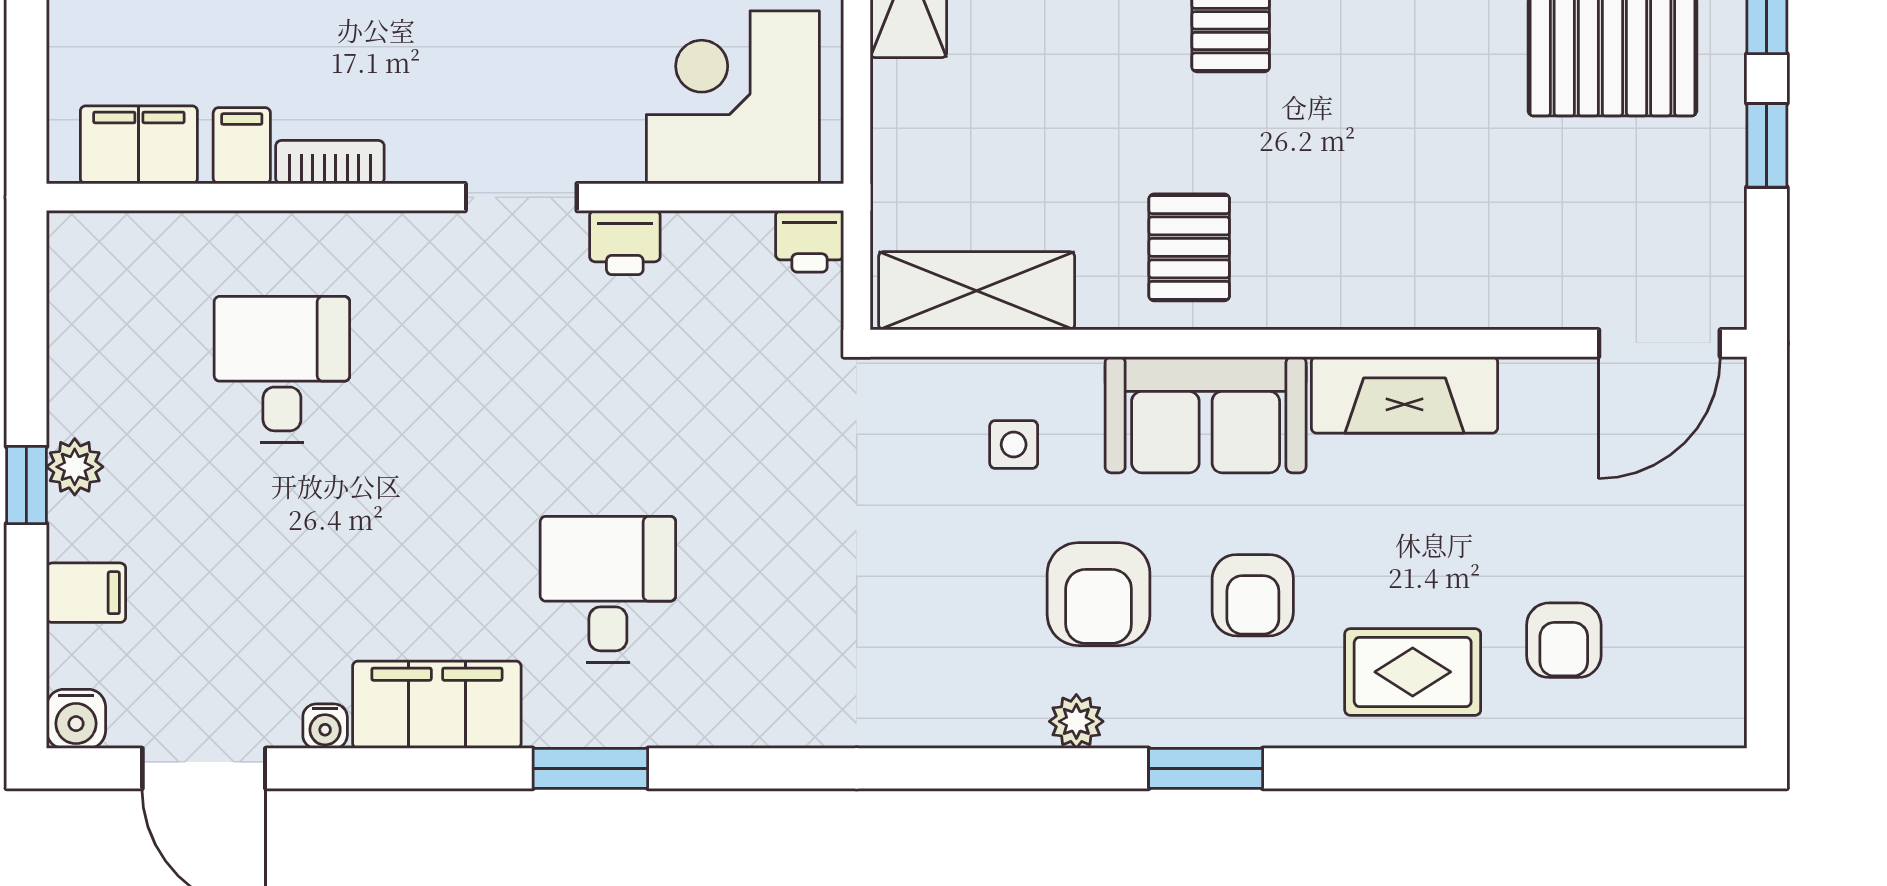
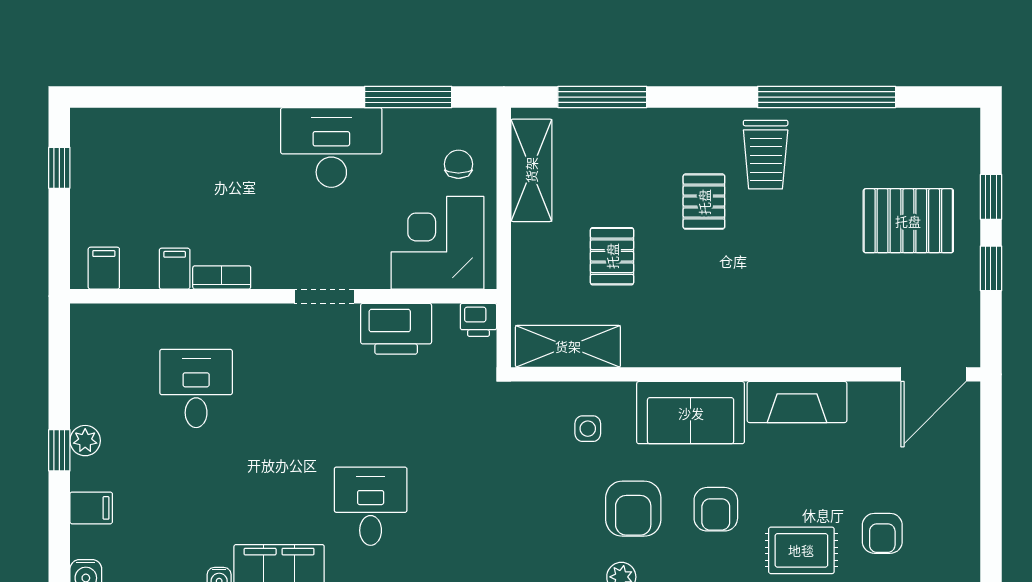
filing cabinet: (139, 145) -> (104, 268), width x0.50
printer: (625, 243) -> (396, 329), width x1.87, depth x1.48
pallet: (1189, 247) -> (612, 256), moved

